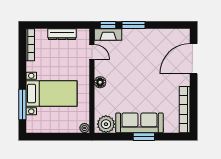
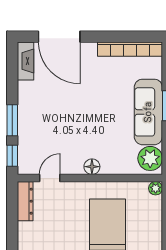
dresser: (62, 34) -> (25, 201), moved
fireplace: (108, 35) -> (26, 61), moved

